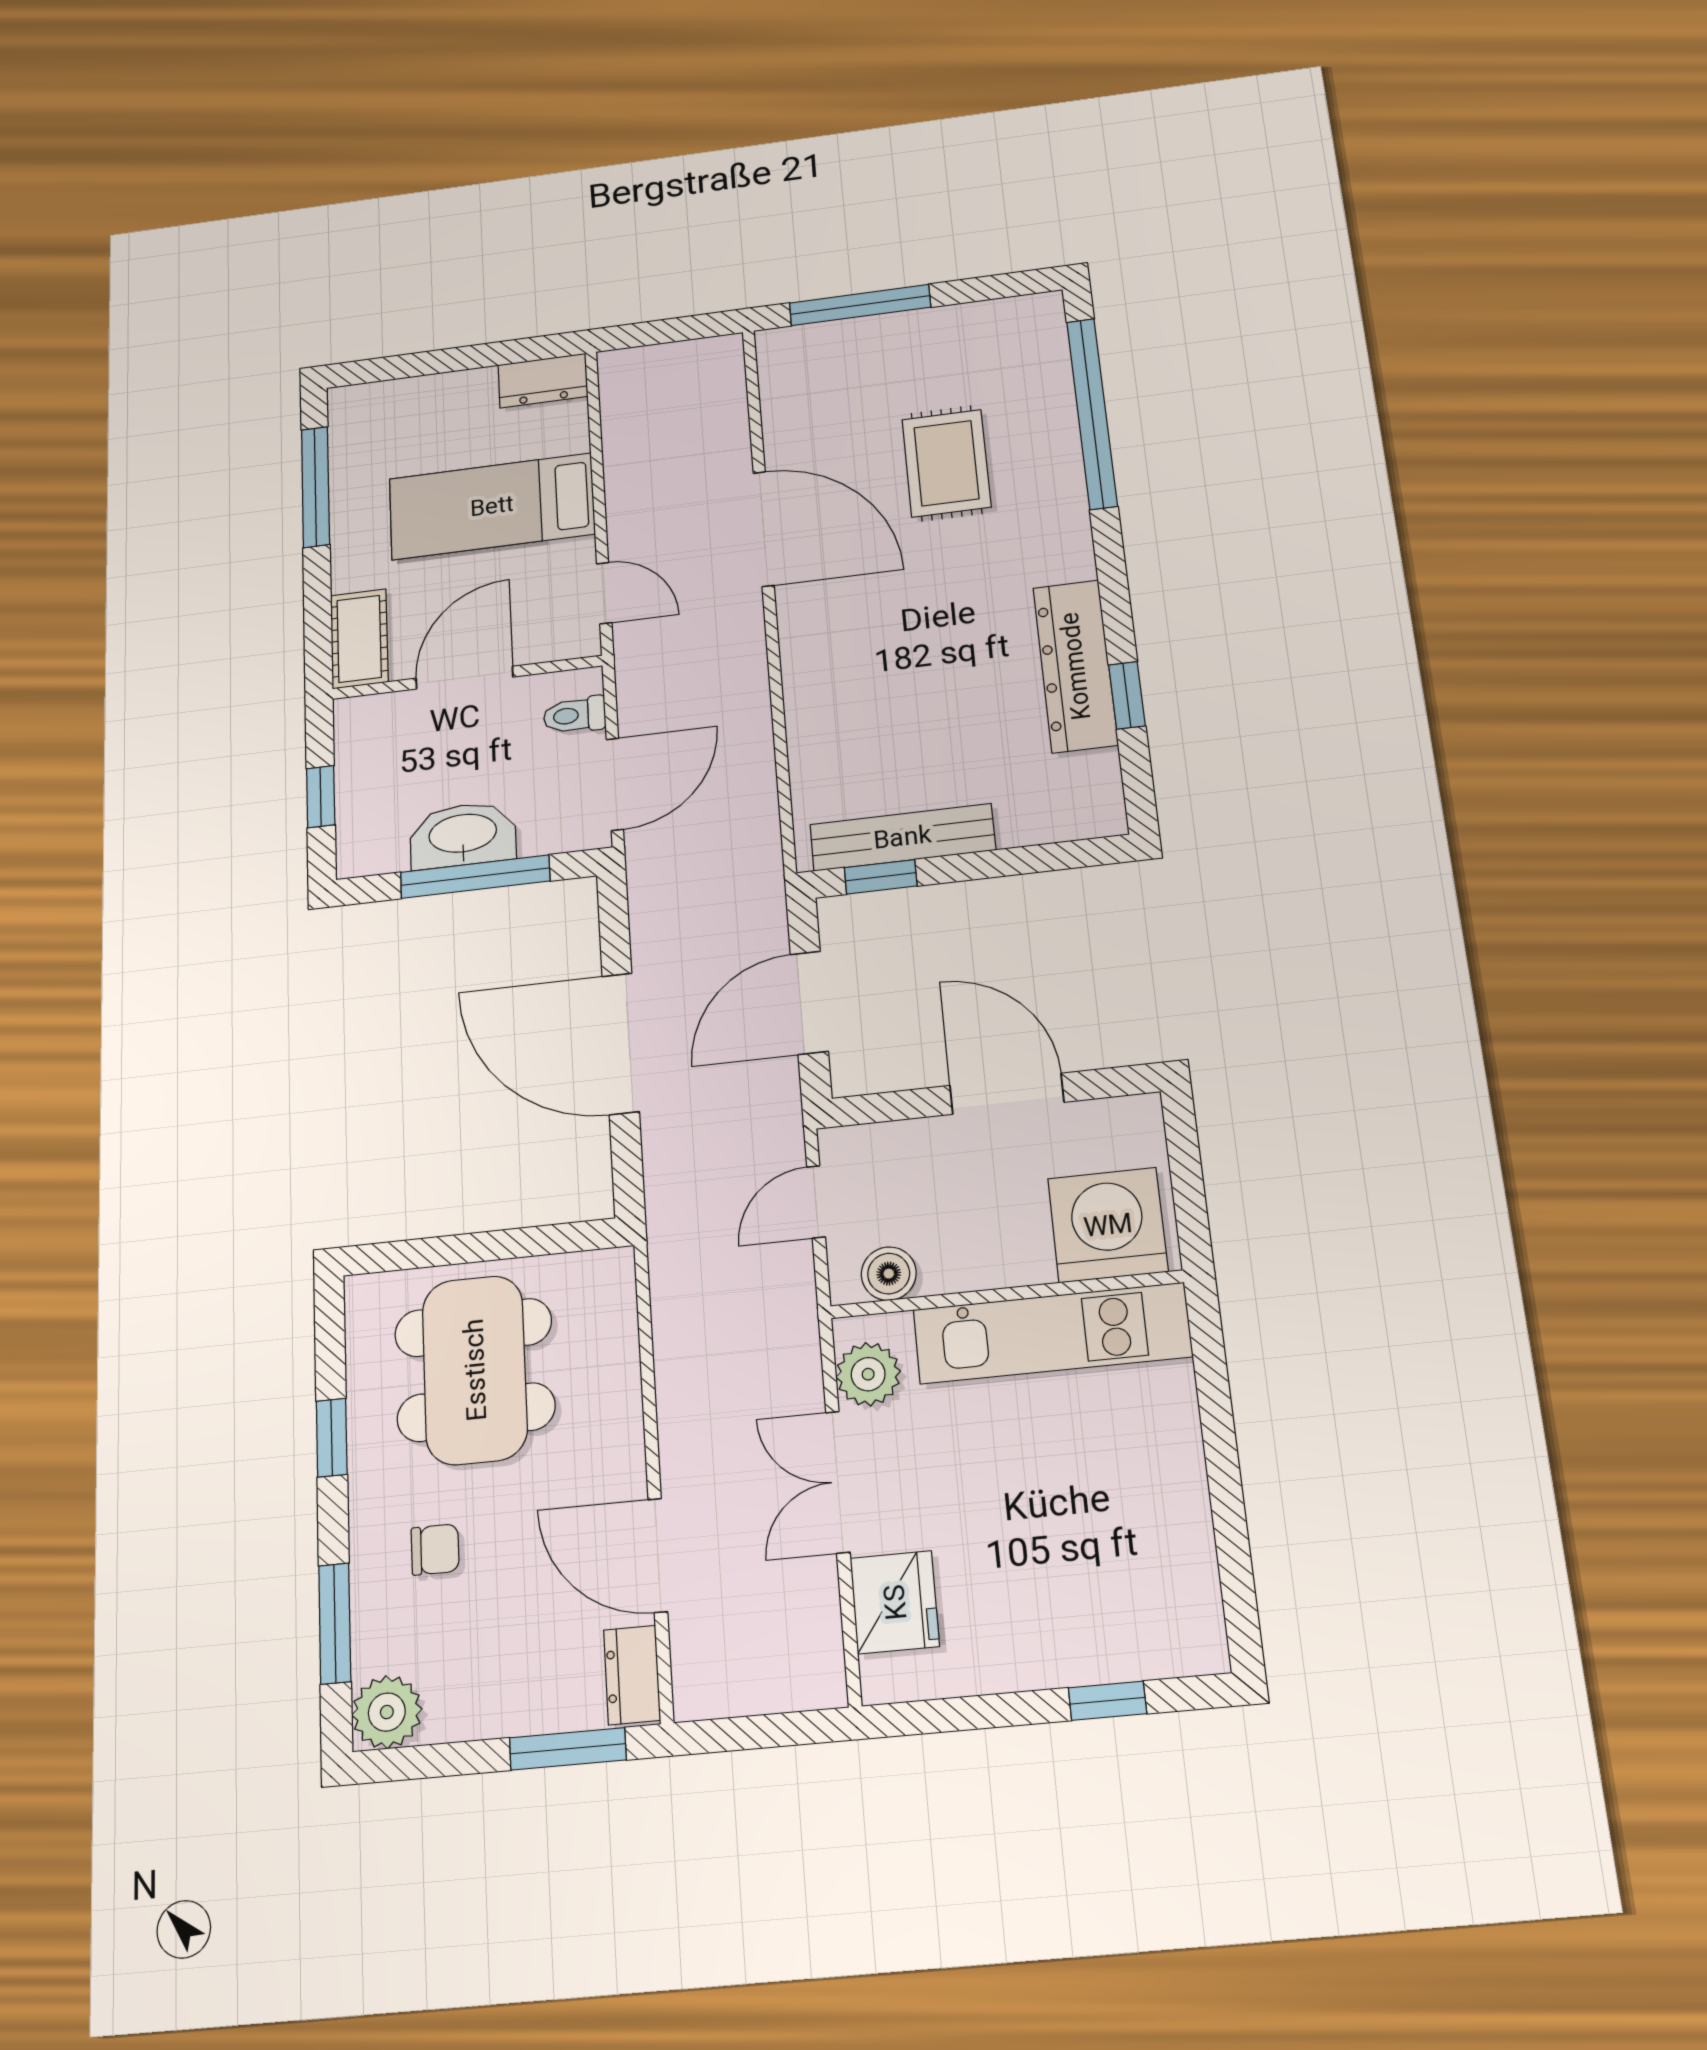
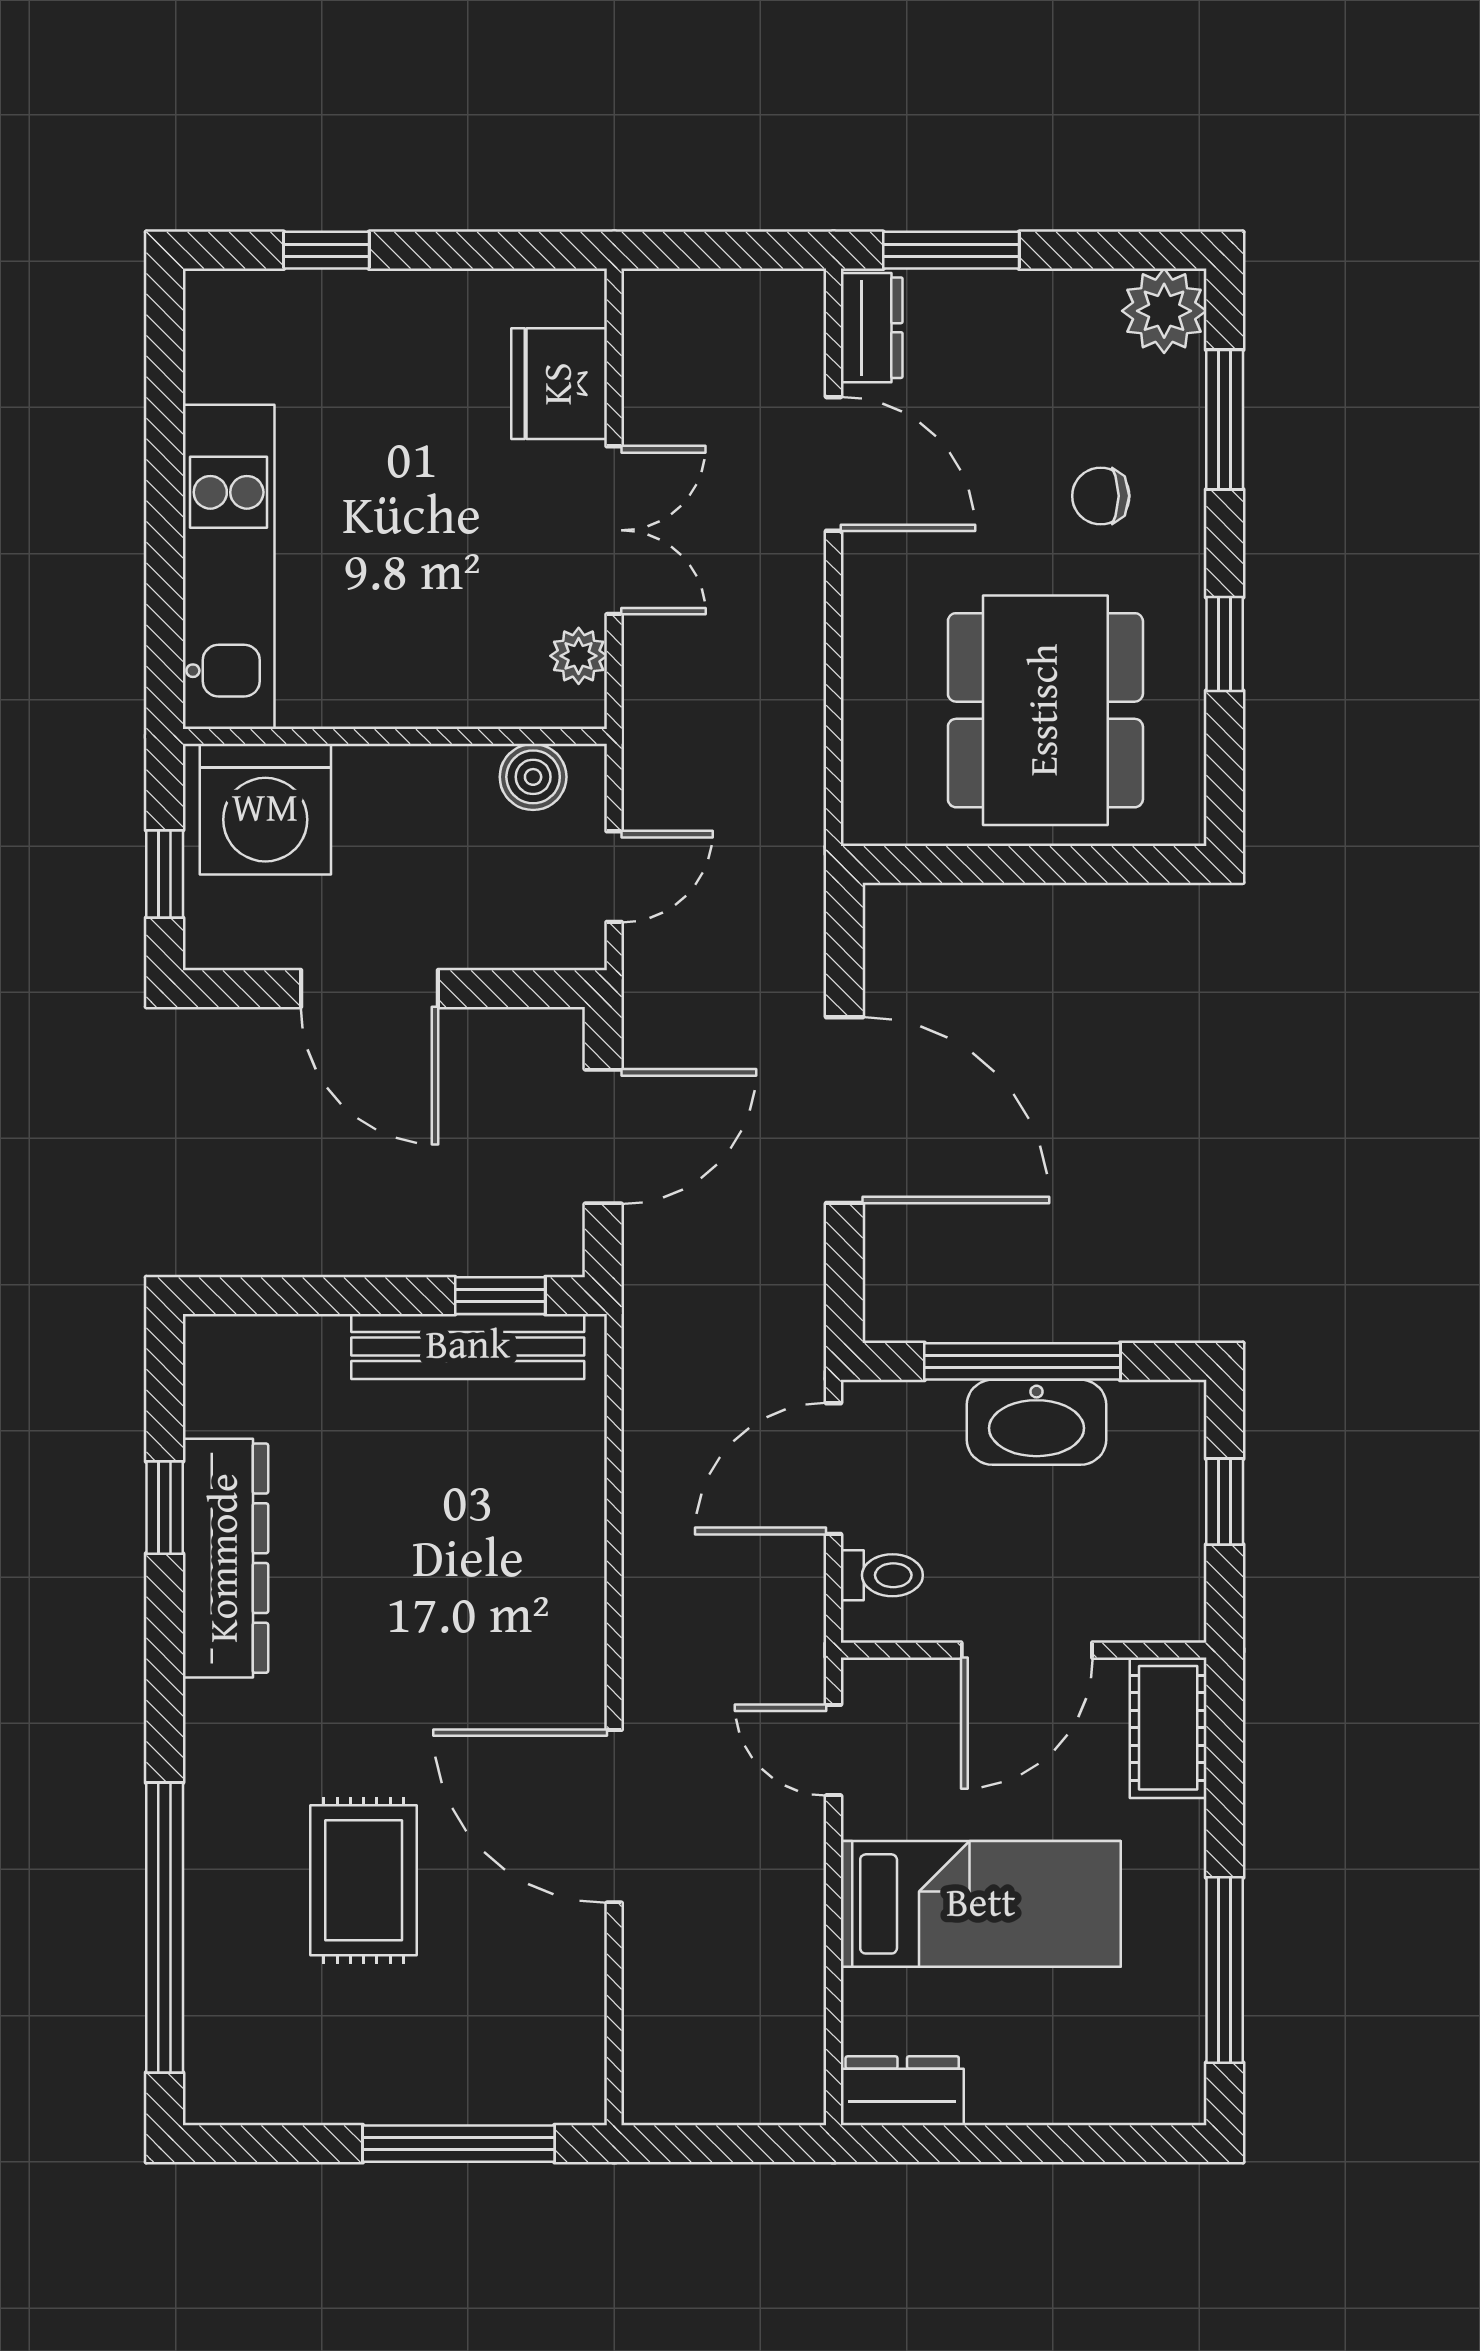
window: (1185, 1165) -> (165, 874), added
kitchen unit: (1052, 1333) -> (229, 567), moved, turned 90
plant: (868, 1374) -> (579, 656), width x0.73, depth x0.73

